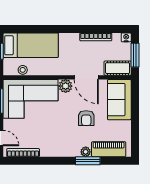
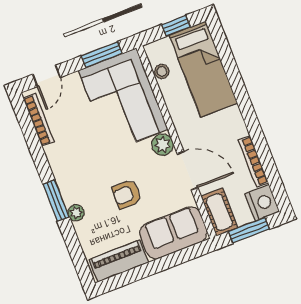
nightstand: (126, 37) -> (262, 203), width x1.89, depth x1.79
door: (86, 77) -> (187, 171), swing flipped
piano: (109, 149) -> (119, 261), moved, turned -90
window: (88, 161) -> (56, 201), moved

